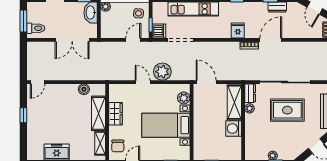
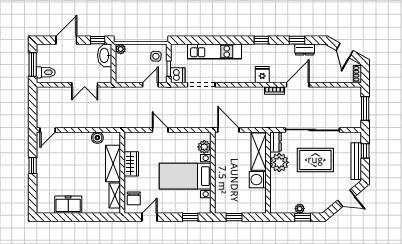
double door: (72, 40) -> (85, 85), width x0.73
plant: (162, 72) -> (181, 119), removed
plant: (250, 108) -> (279, 162), width x1.88, depth x1.88

